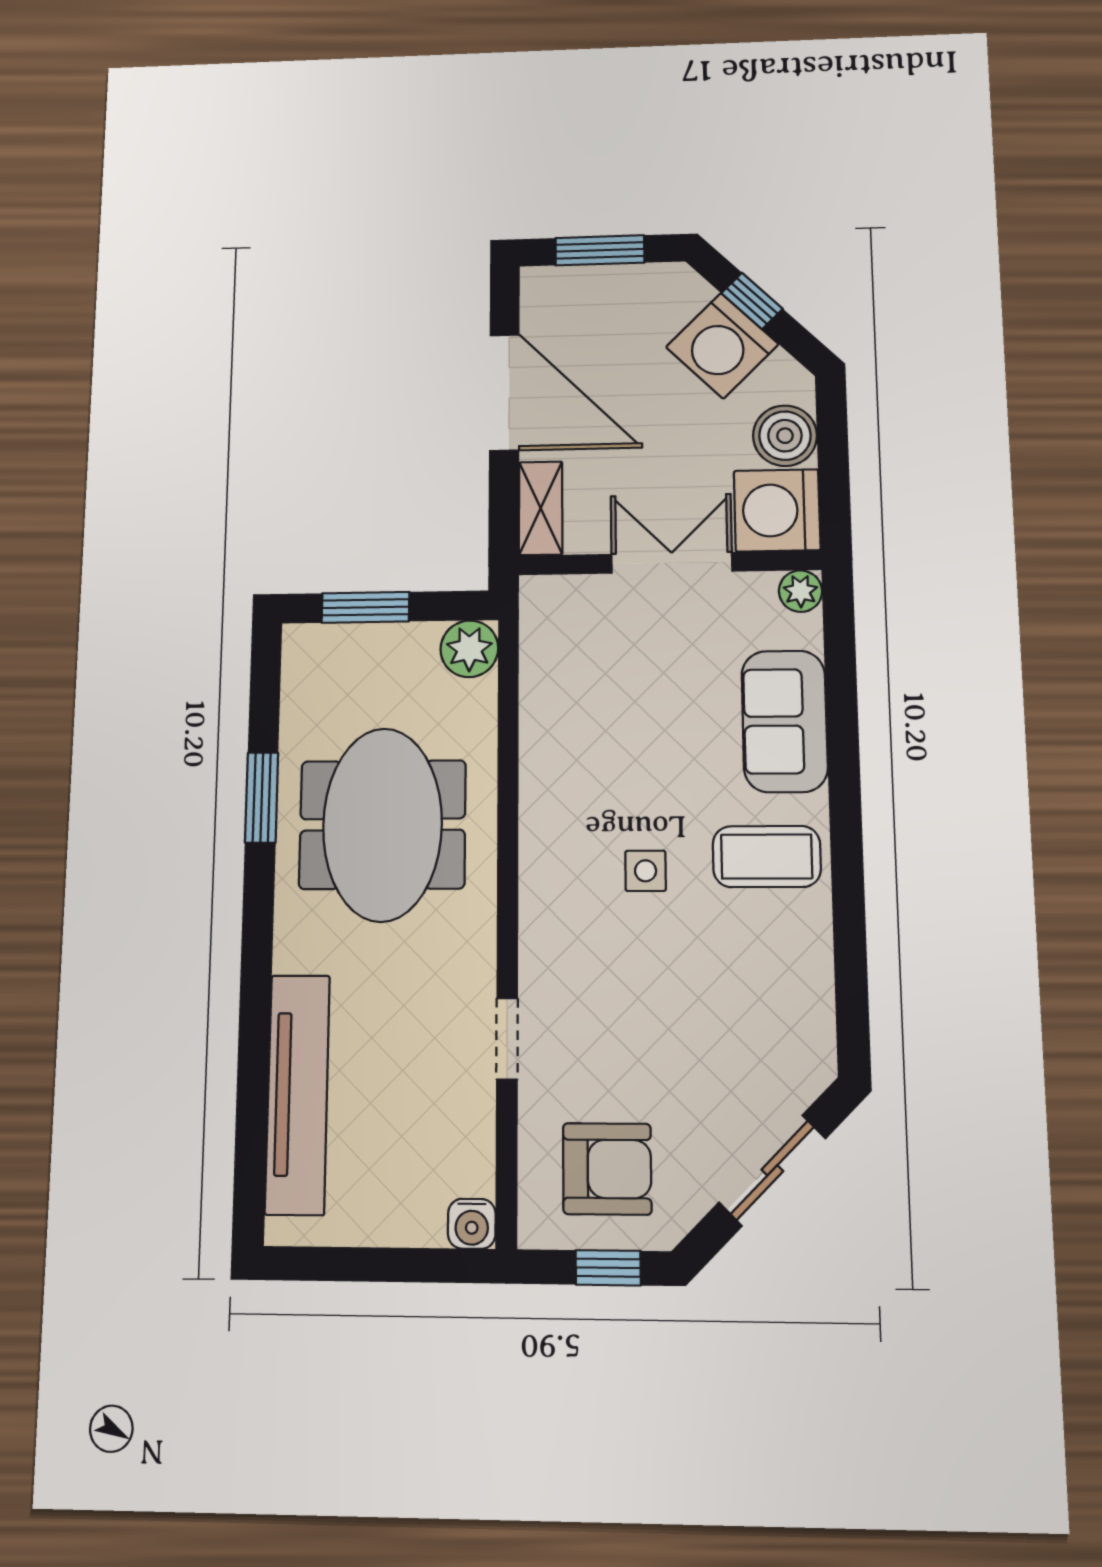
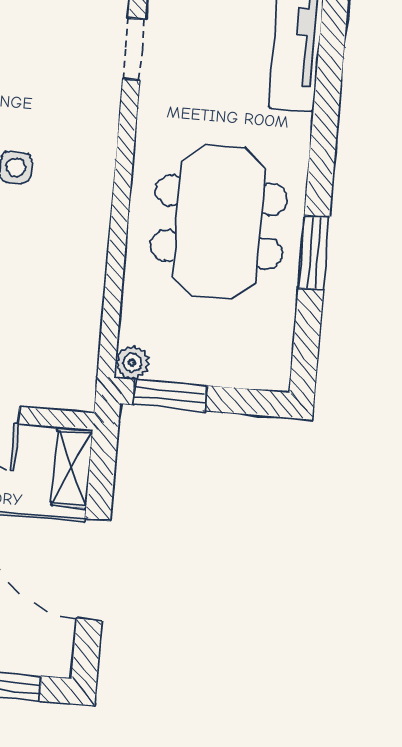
window: (365, 607) -> (170, 395), moved
plant: (469, 649) -> (132, 363), width x0.73, depth x0.73

